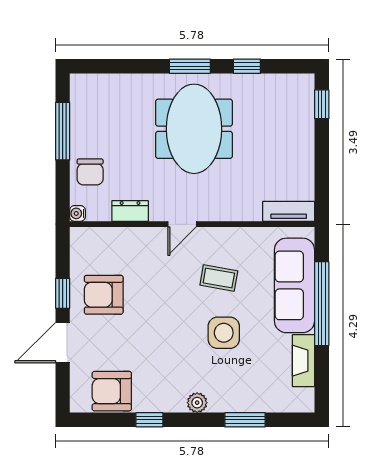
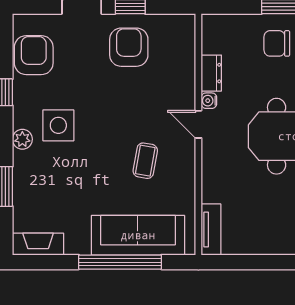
chair: (90, 172) -> (277, 43), moved
water cooler: (77, 213) -> (209, 101), moved, turned -90
side table: (224, 333) -> (58, 125), moved
fireplace: (303, 361) -> (38, 244), moved

